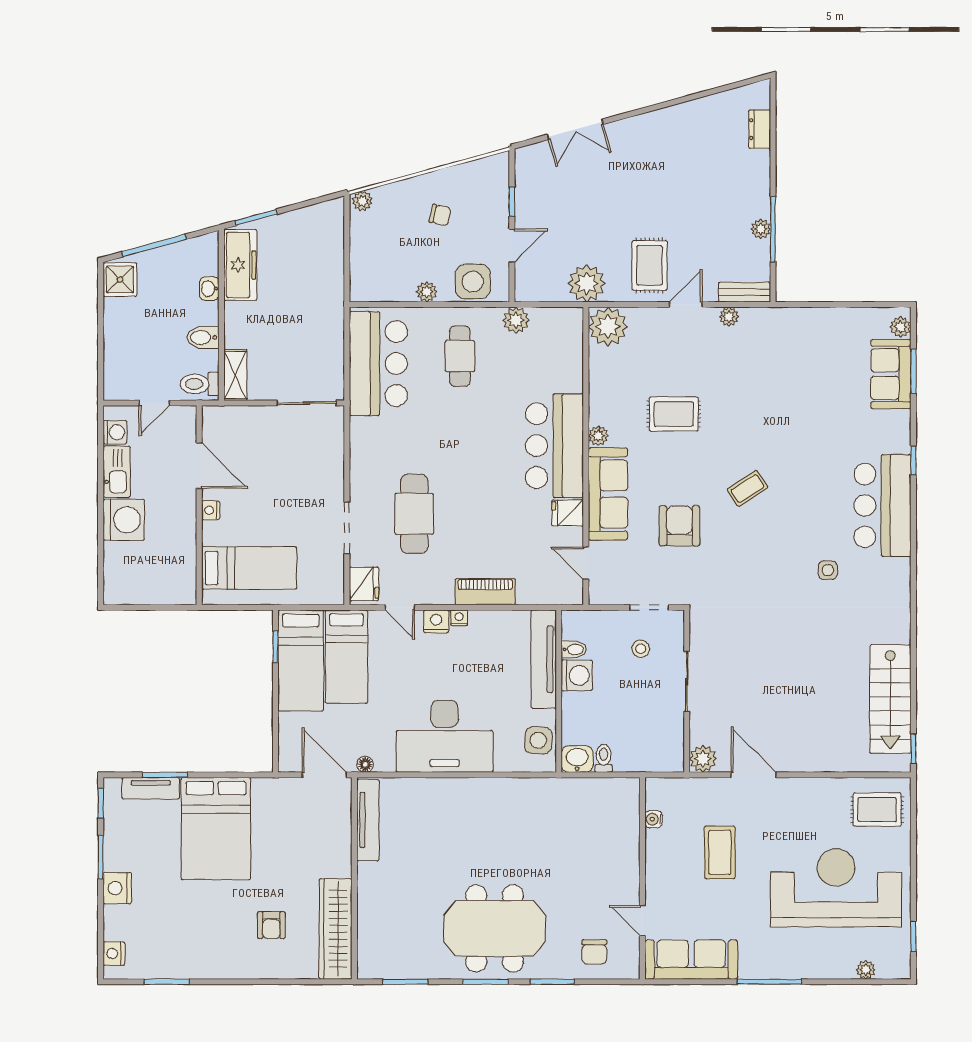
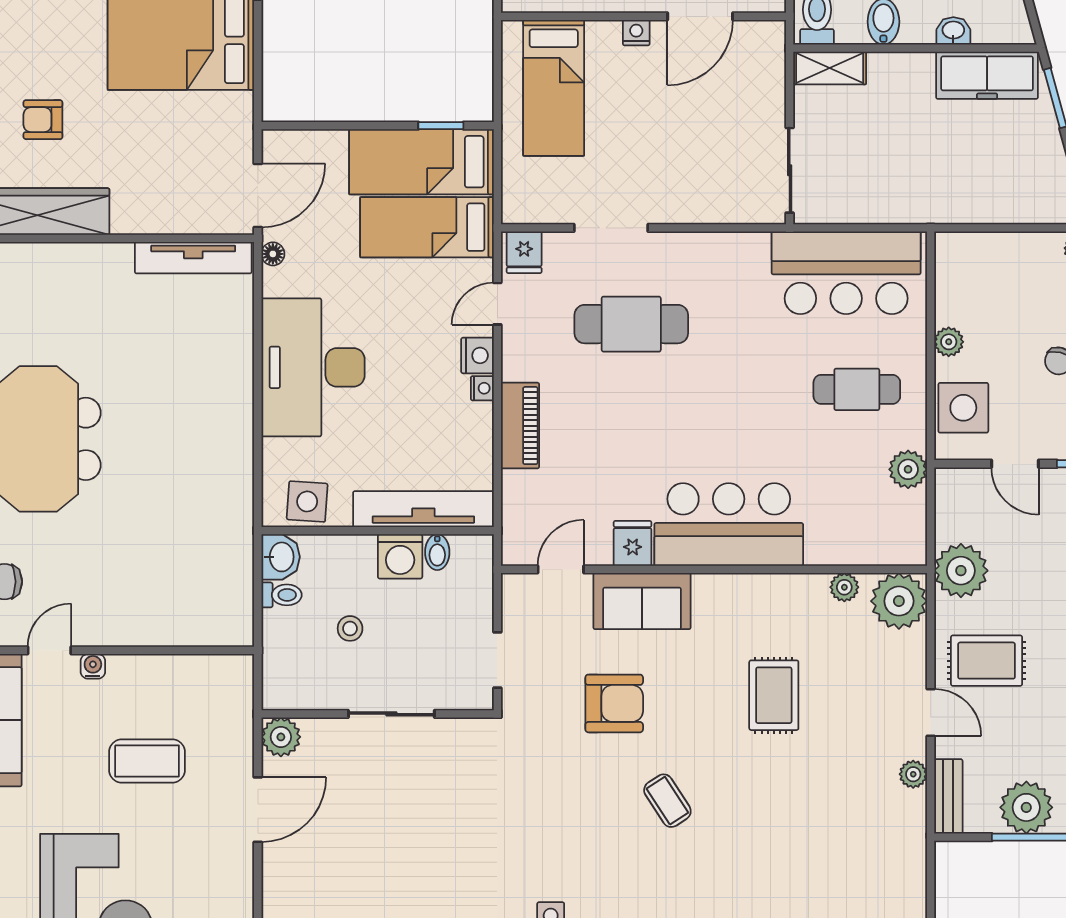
plant: (761, 229) -> (1026, 807), width x1.88, depth x1.88
plant: (598, 436) -> (844, 587), moved
sofa: (608, 494) -> (642, 601), width x0.73
fridge: (364, 584) -> (524, 252), width x0.72
stool: (641, 649) -> (350, 628), moved
water cooler: (654, 819) -> (93, 666), moved

